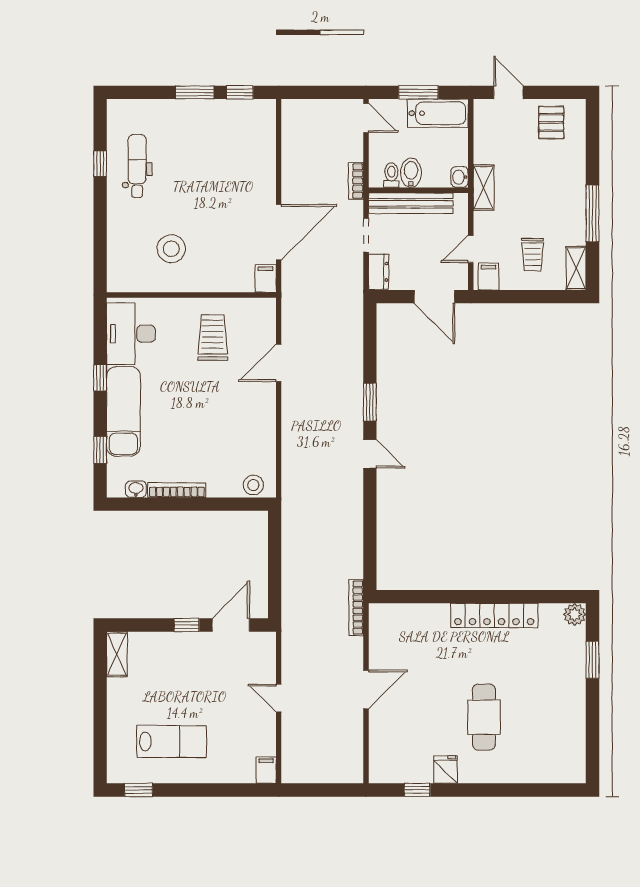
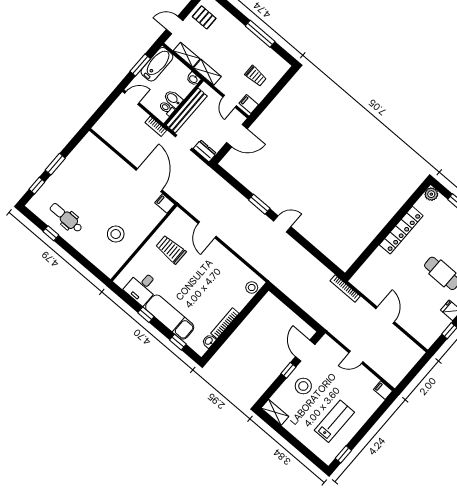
window: (240, 92) -> (37, 186), moved
shelving: (576, 268) -> (187, 55), moved
desk: (131, 334) -> (142, 287), width x0.73
stool: (183, 662) -> (303, 386), added

